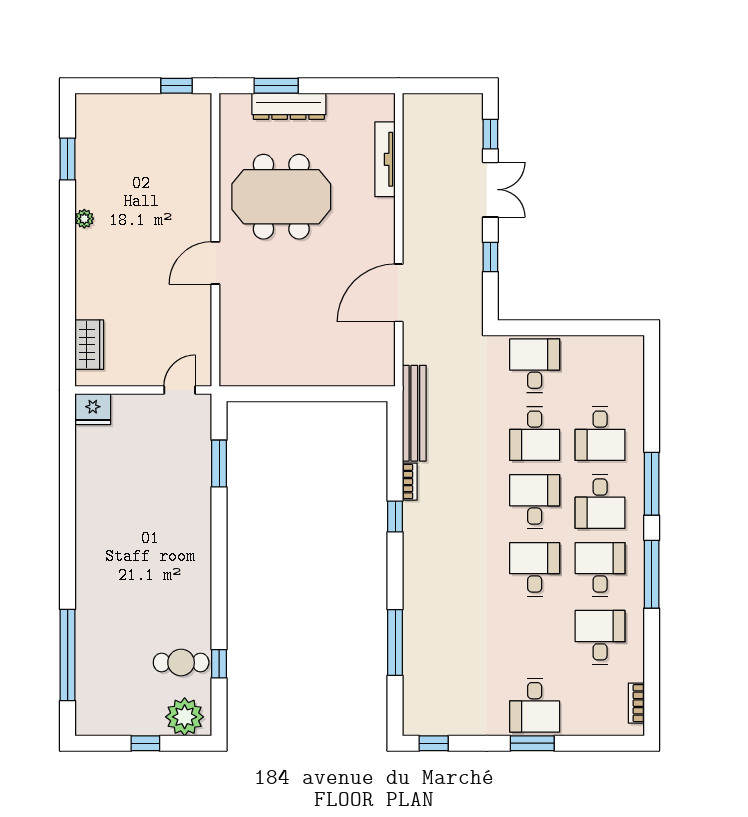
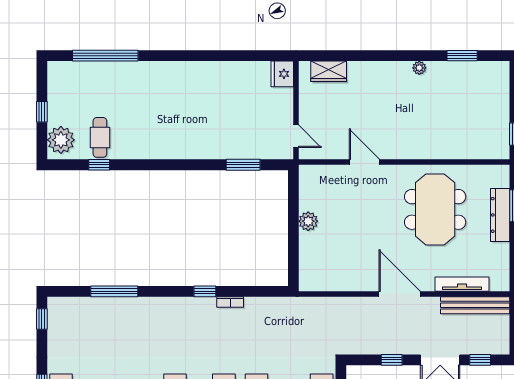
door: (215, 263) -> (364, 162), moved
door: (399, 293) -> (400, 294), moved
plant: (298, 373) -> (308, 221), added
bench: (414, 413) -> (475, 305), moved

